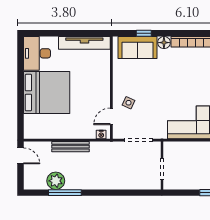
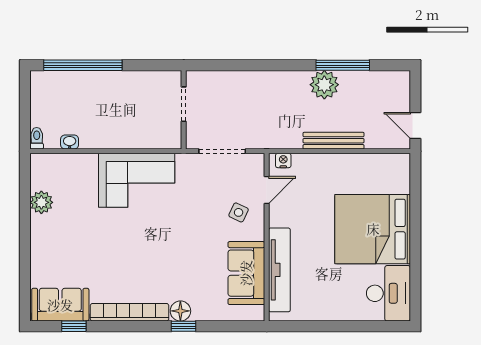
window: (144, 33) -> (183, 326), moved
tv unit: (84, 43) -> (279, 270), moved, turned 90
sofa: (137, 48) -> (246, 273), moved, turned -90
plant: (56, 181) -> (324, 85), moved

